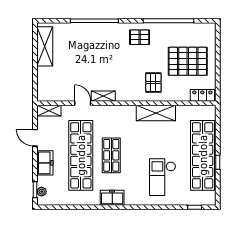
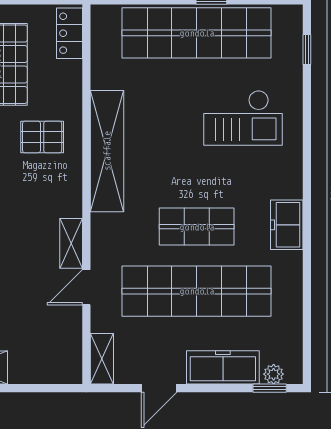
shelving: (156, 113) -> (107, 151), width x1.47
freezer: (45, 163) -> (223, 367), width x1.40

